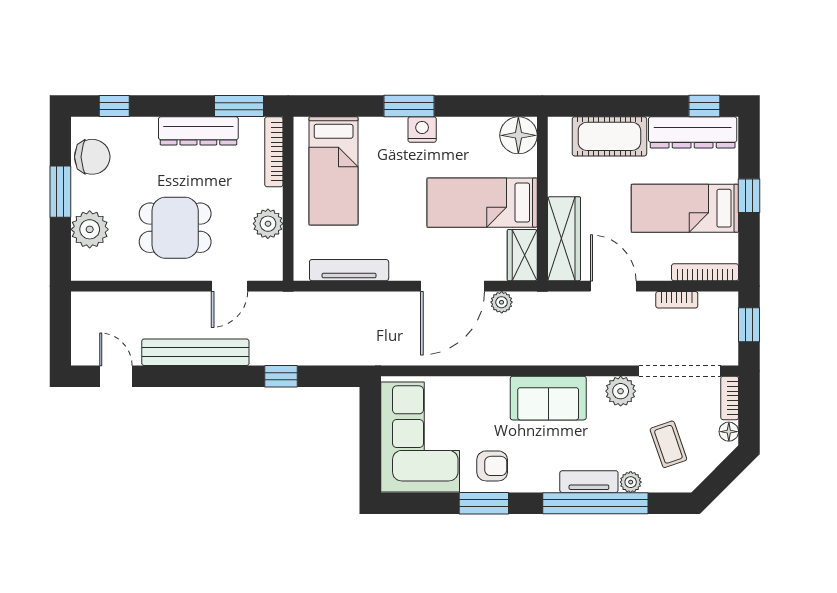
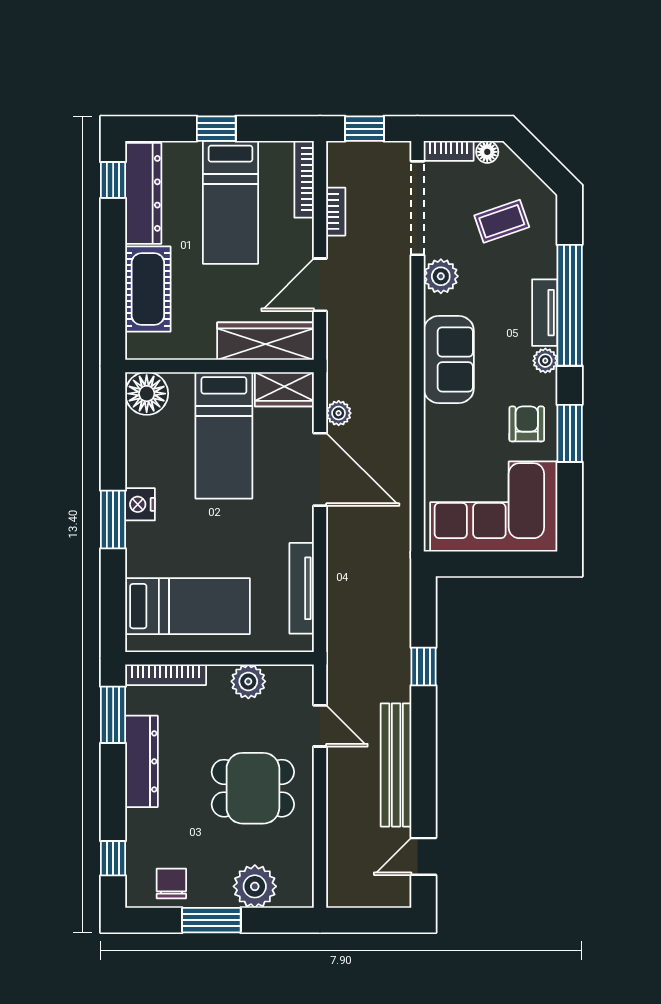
chair: (92, 157) -> (171, 884), width x0.73, depth x0.73
dining table: (175, 228) -> (253, 788), turned 90
plant: (631, 482) -> (545, 361), moved

